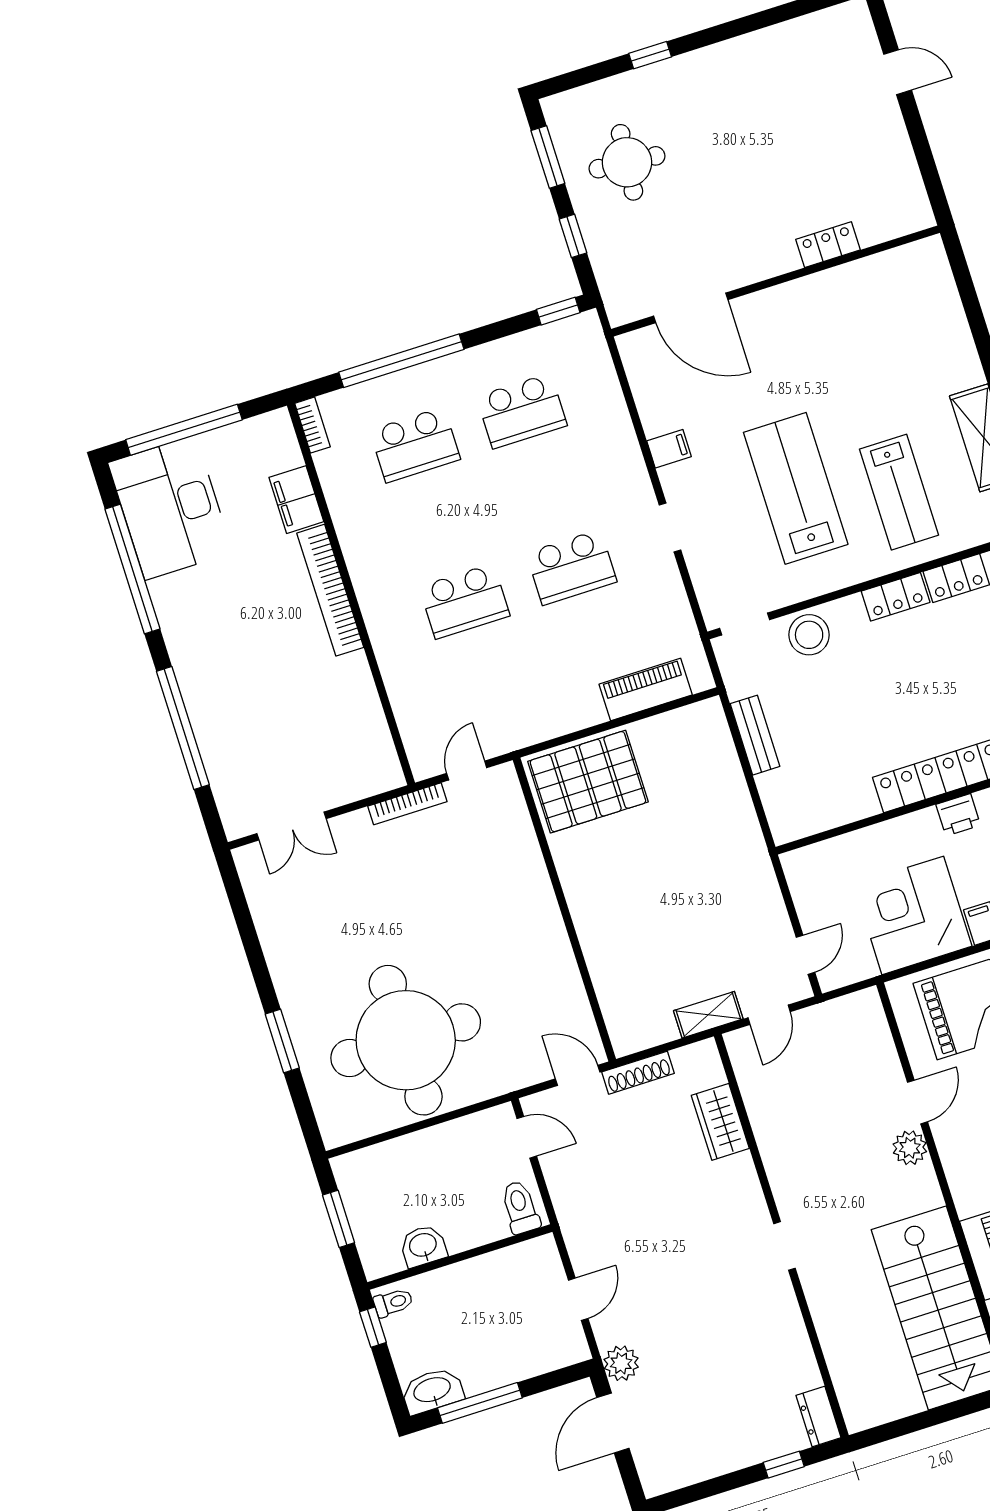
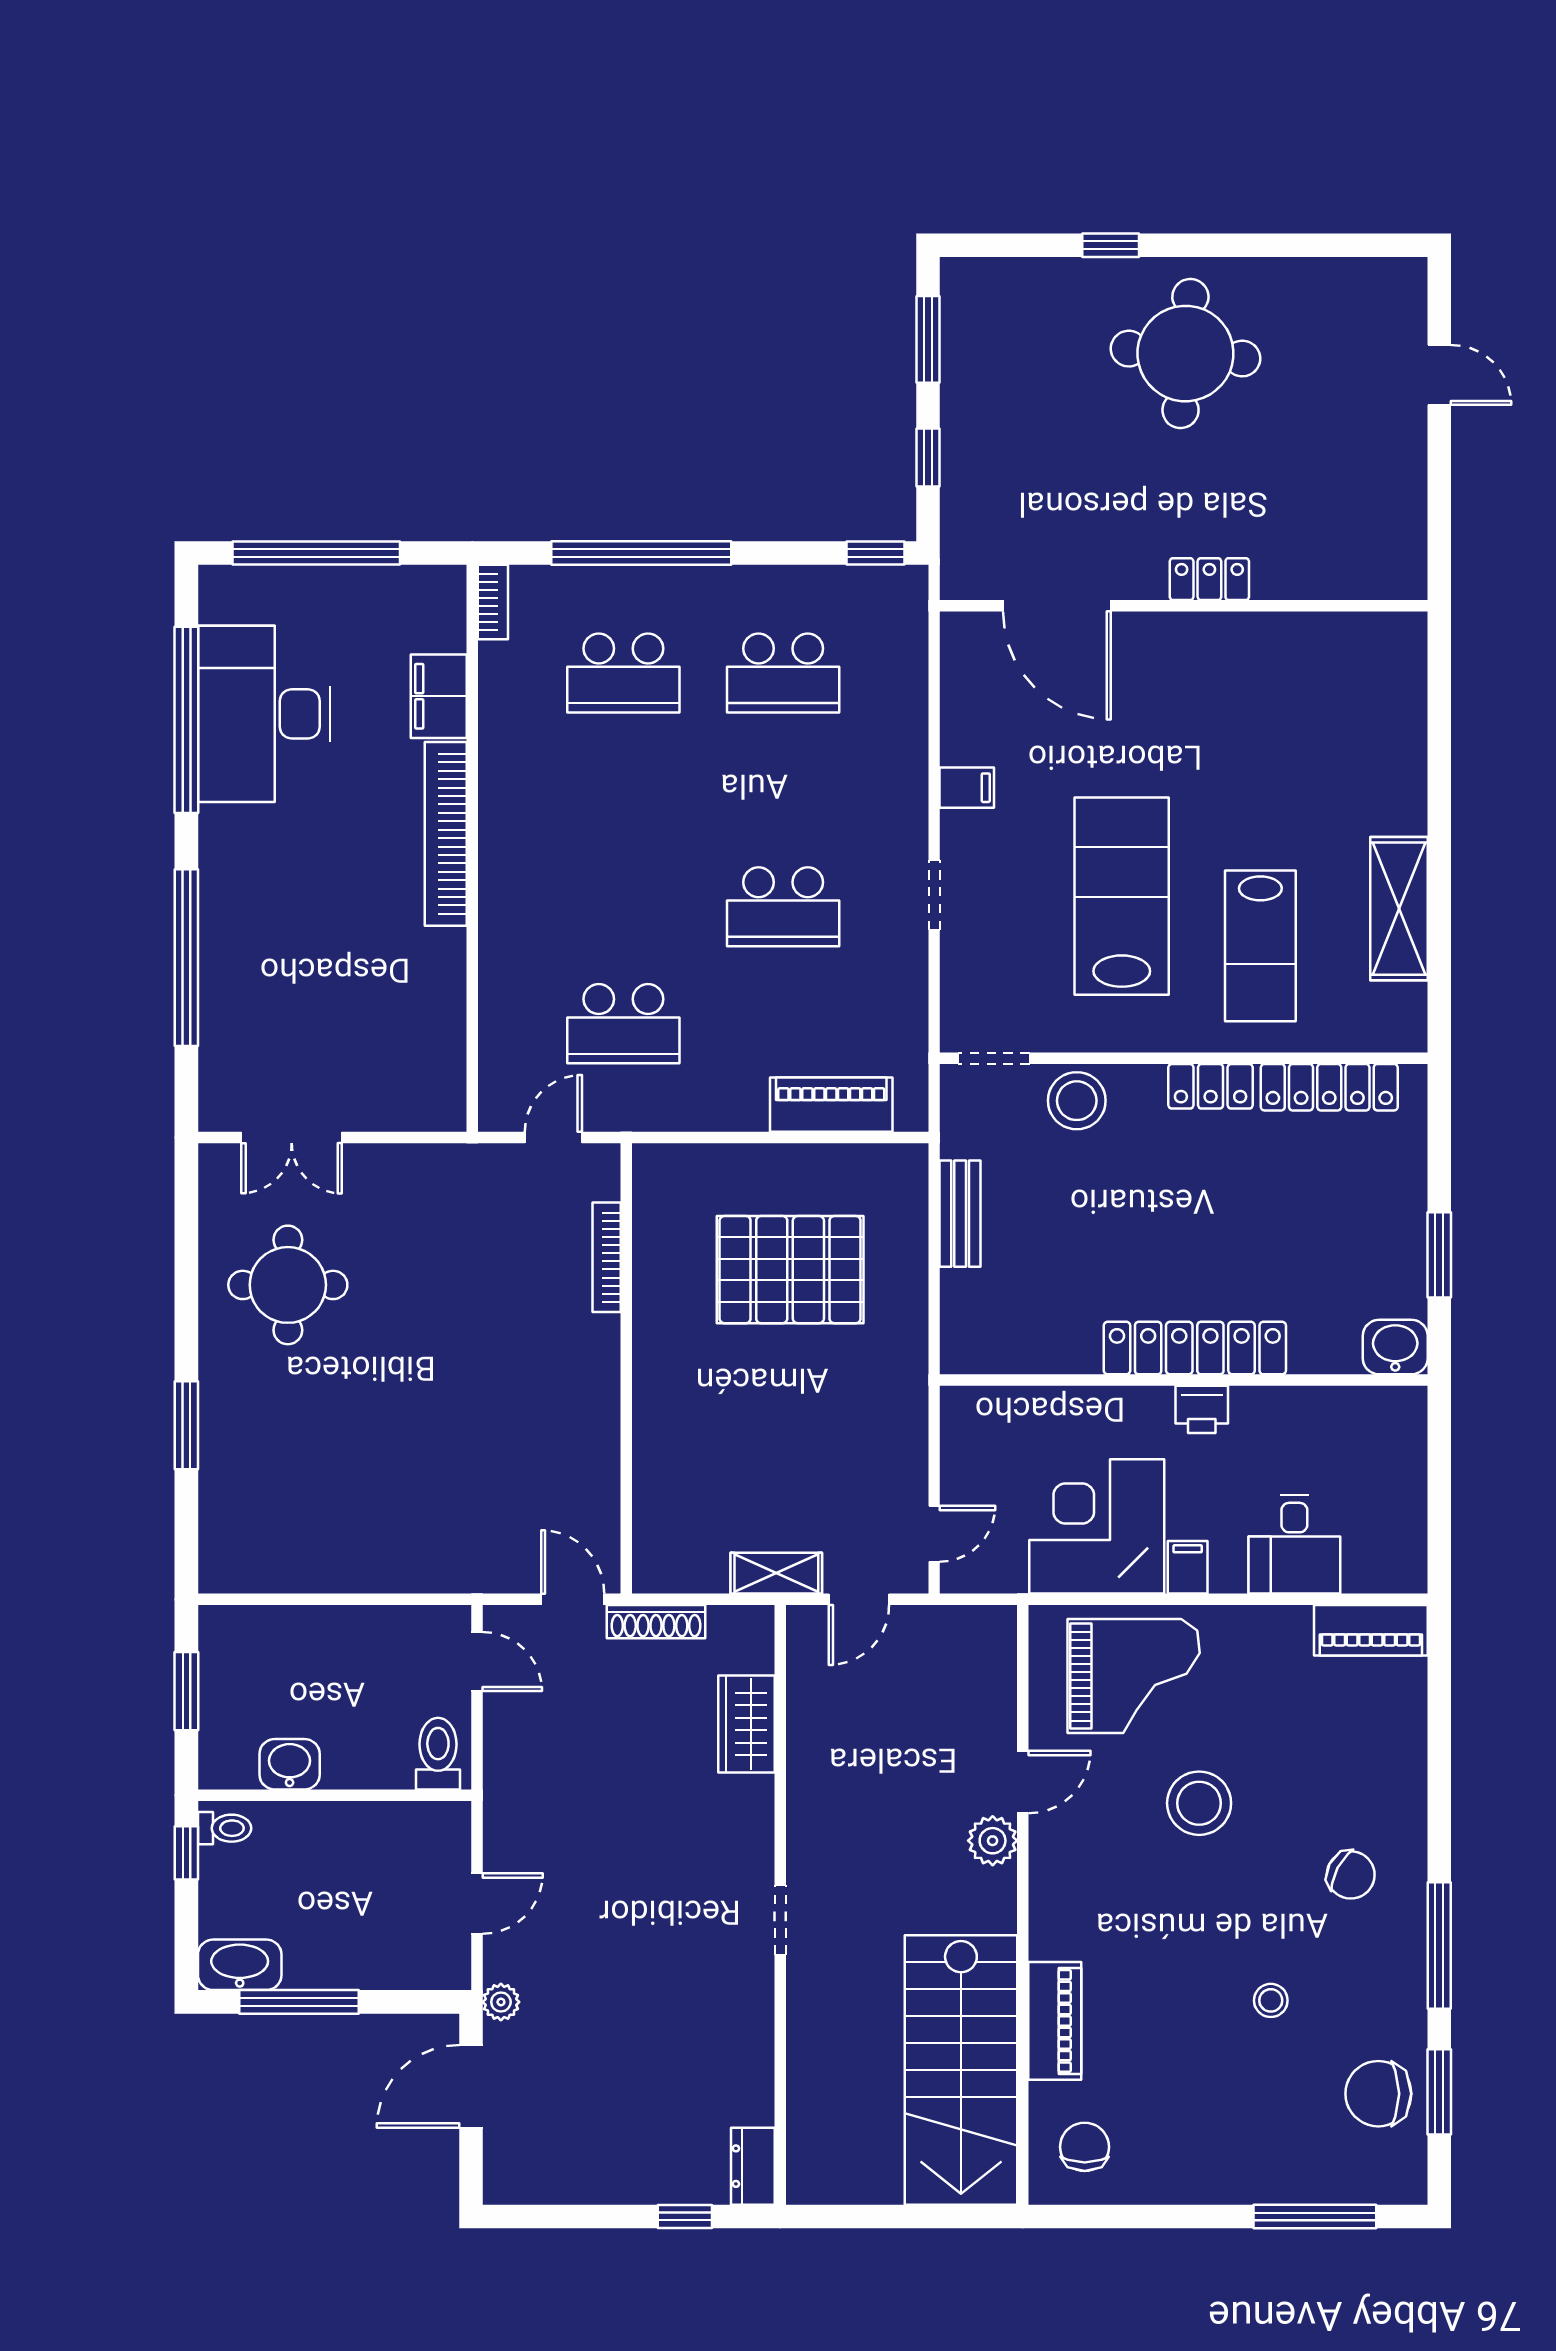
round table: (627, 162) -> (1185, 354), moved, width x1.36, depth x1.36
locker: (828, 245) -> (1209, 579), moved
desk: (170, 508) -> (264, 714), moved
school desk: (465, 601) -> (623, 1024), moved
pallet: (588, 782) -> (790, 1270), moved
bookcase: (407, 804) -> (607, 1257), moved, turned 90
round table: (406, 1040) -> (288, 1285), moved, width x0.54, depth x0.54
plant: (621, 1363) -> (501, 2002), width x0.73, depth x0.73

